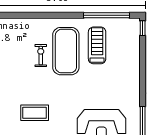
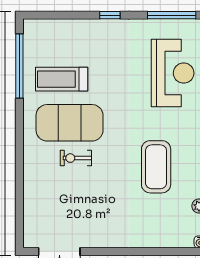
window: (143, 28) -> (110, 15), moved
coffee table: (35, 113) -> (156, 167), width x1.36, depth x1.32

